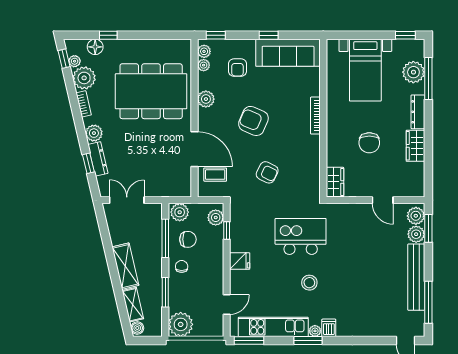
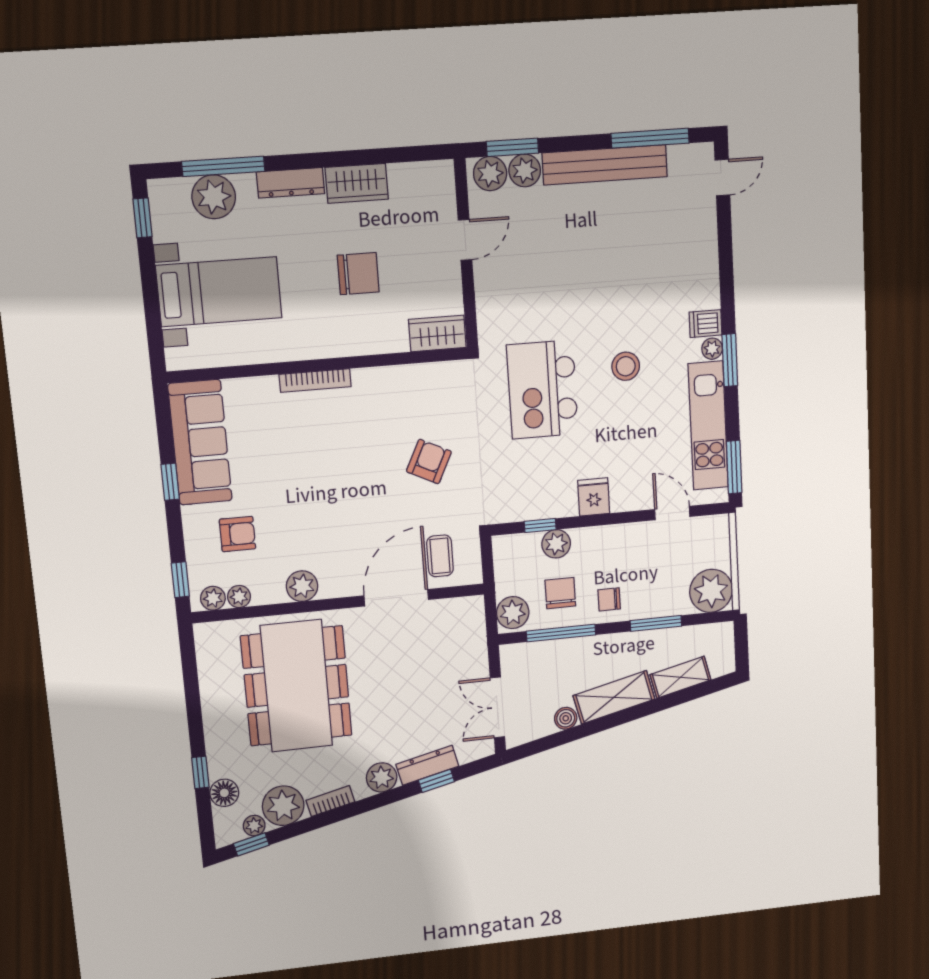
armchair: (253, 121) -> (335, 495), removed
plant: (216, 218) -> (556, 544), moved
boiler: (137, 328) -> (566, 718), moved

